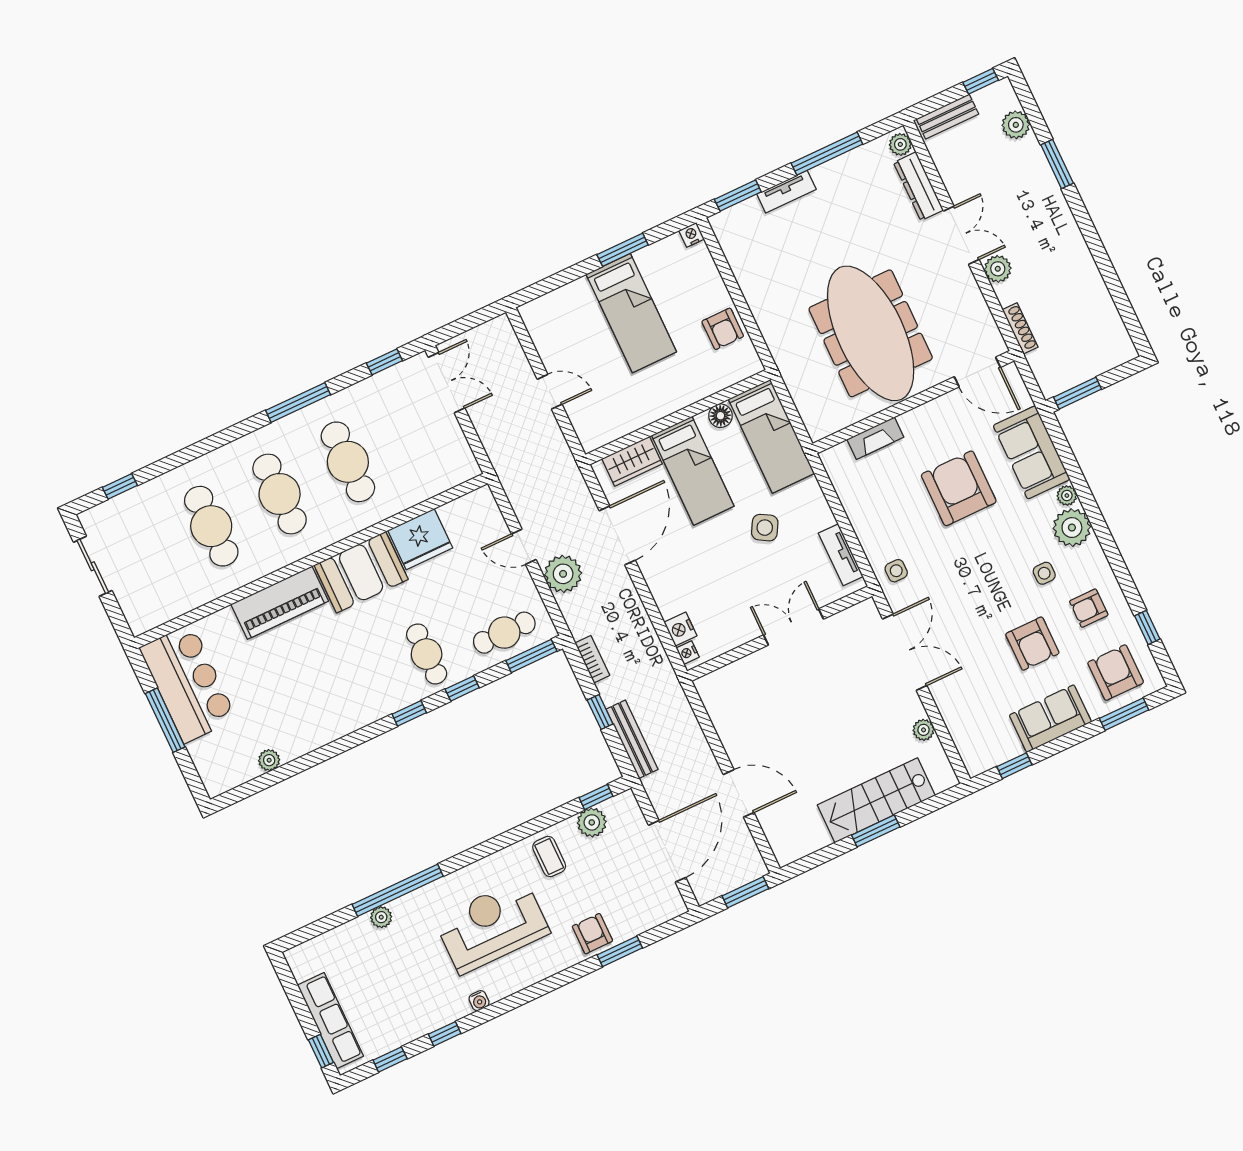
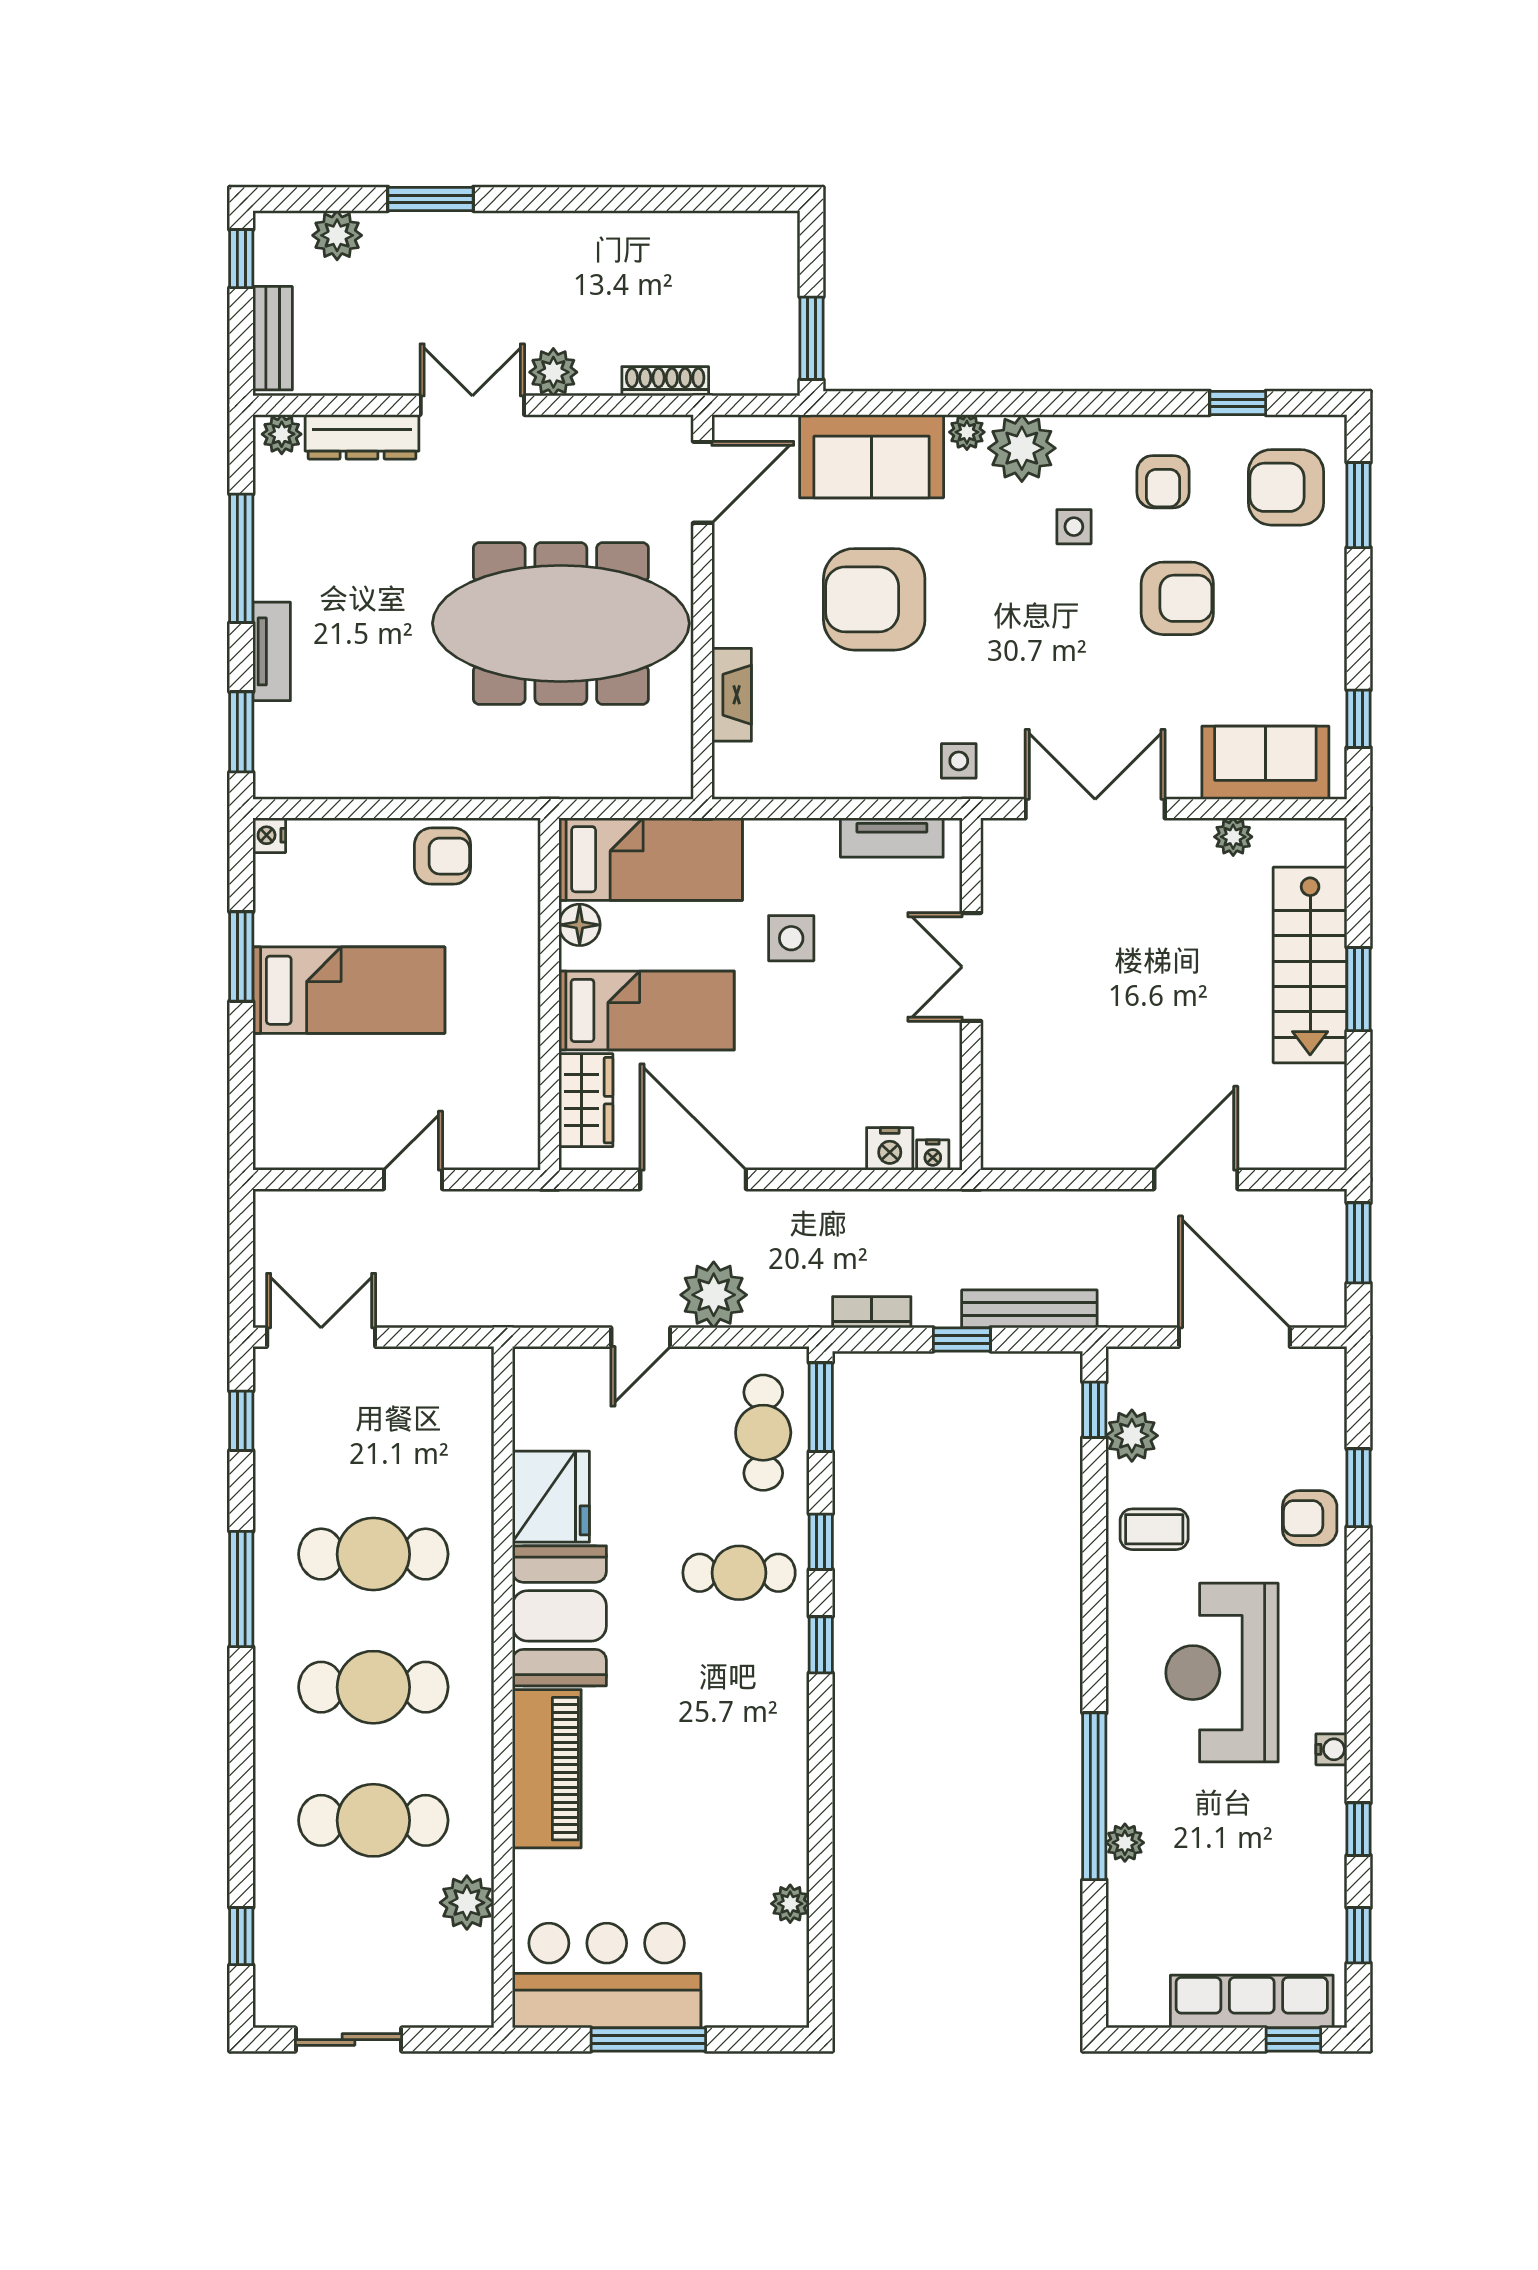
side table: (765, 528) -> (791, 938), turned -30
plant: (192, 594) -> (467, 1903), added
sofa: (1050, 719) -> (1265, 763), moved, turned 90

